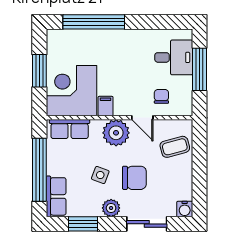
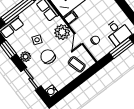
chair: (134, 178) -> (48, 57), turned 180

